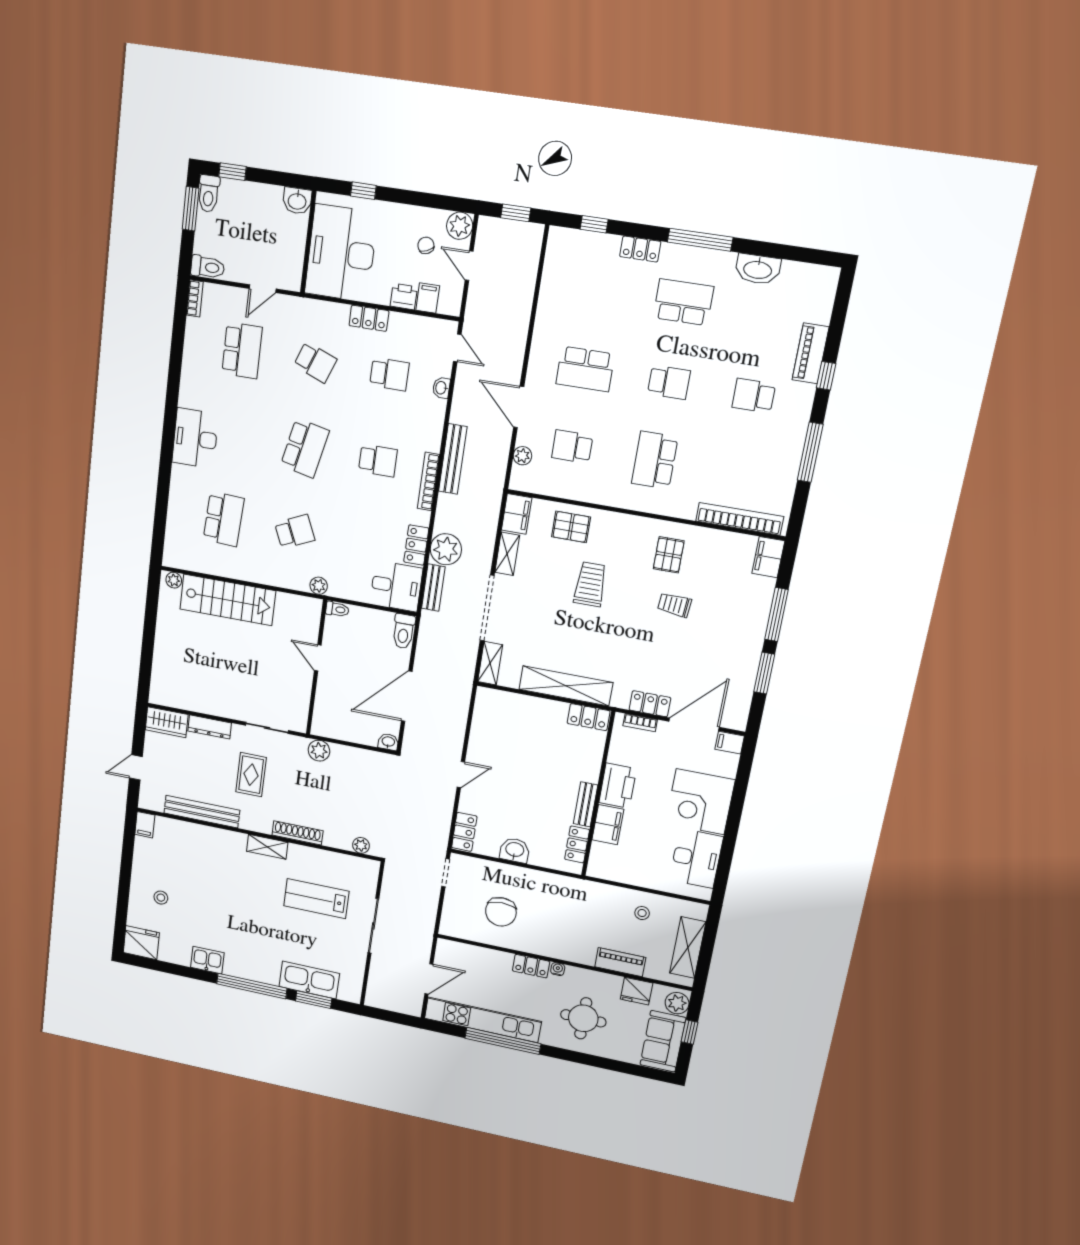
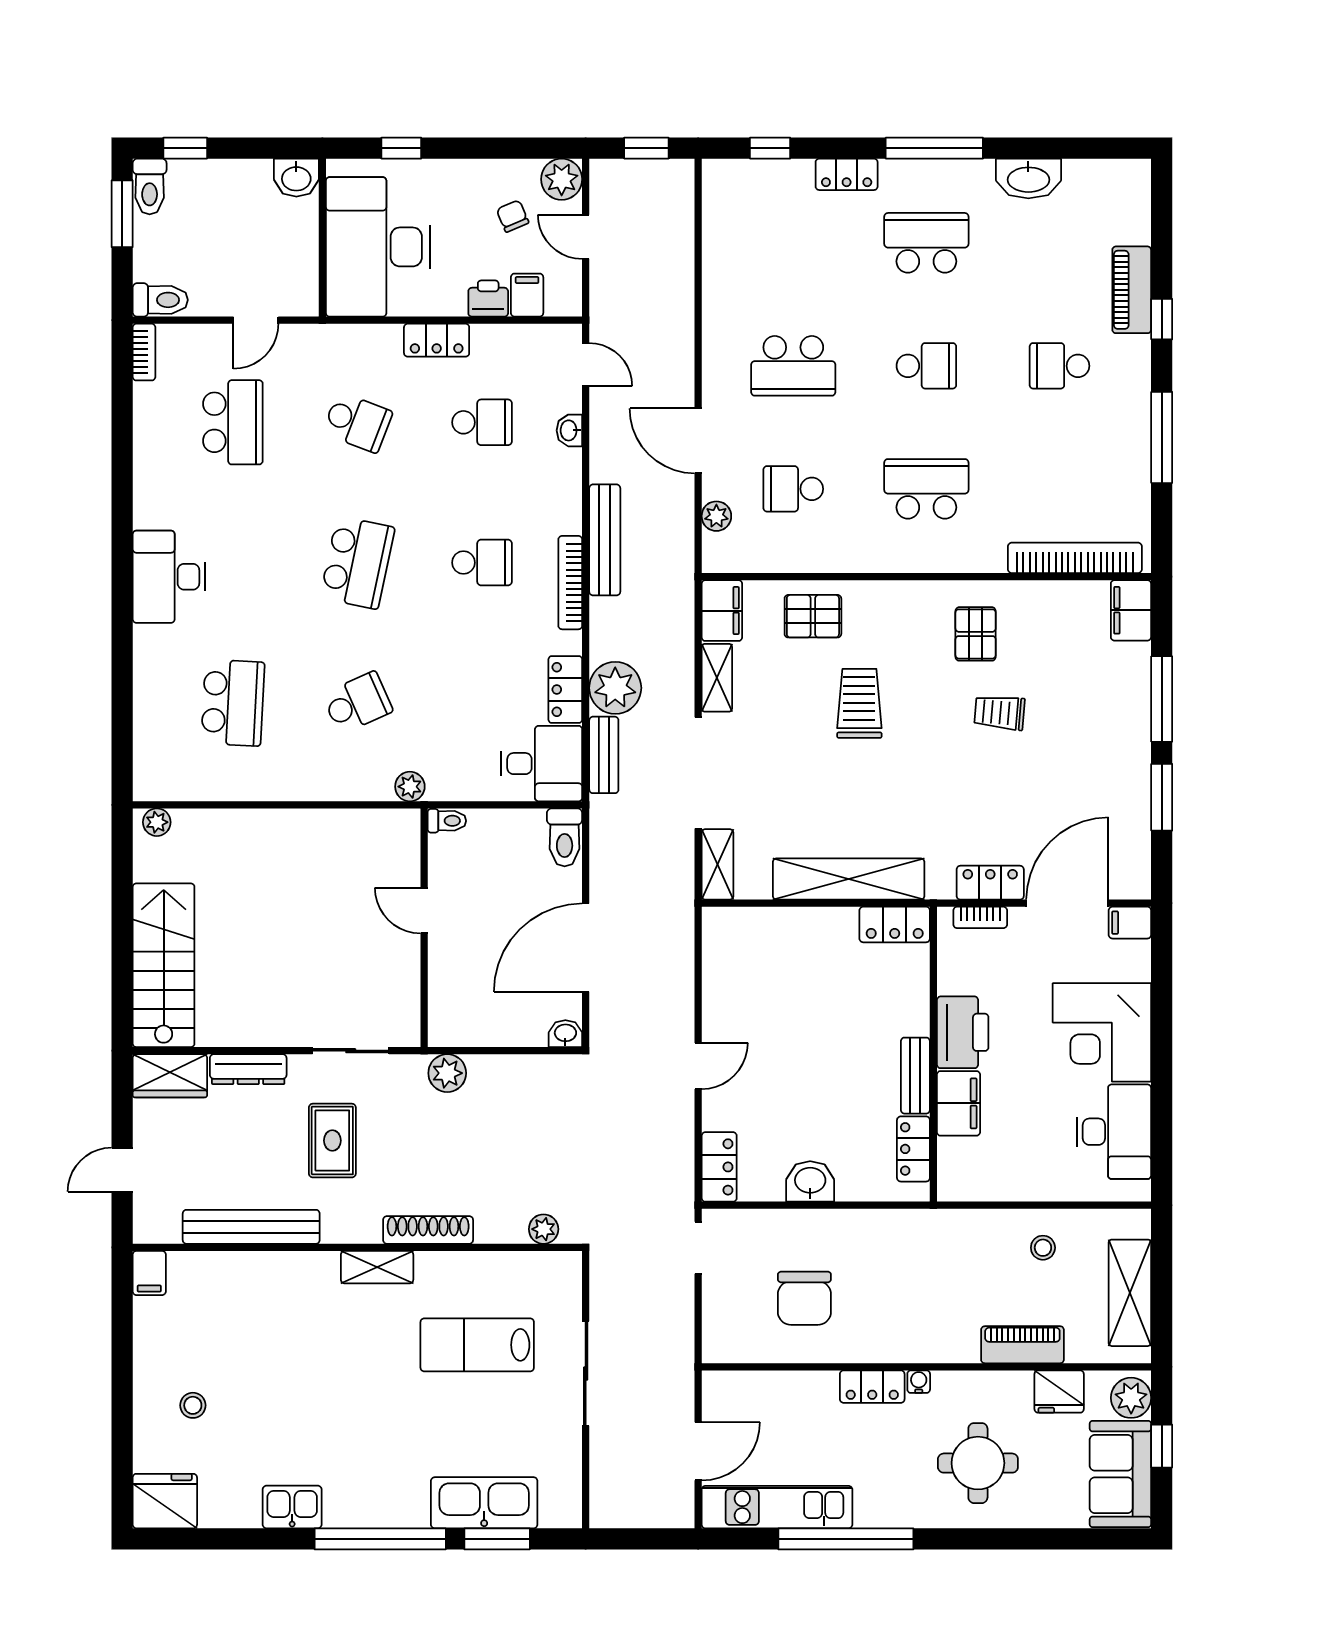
school desk: (655, 460) -> (926, 489), turned 90
stairs: (228, 600) -> (164, 965), moved, turned -90
kitchen unit: (483, 1020) -> (777, 1507), width x0.73

